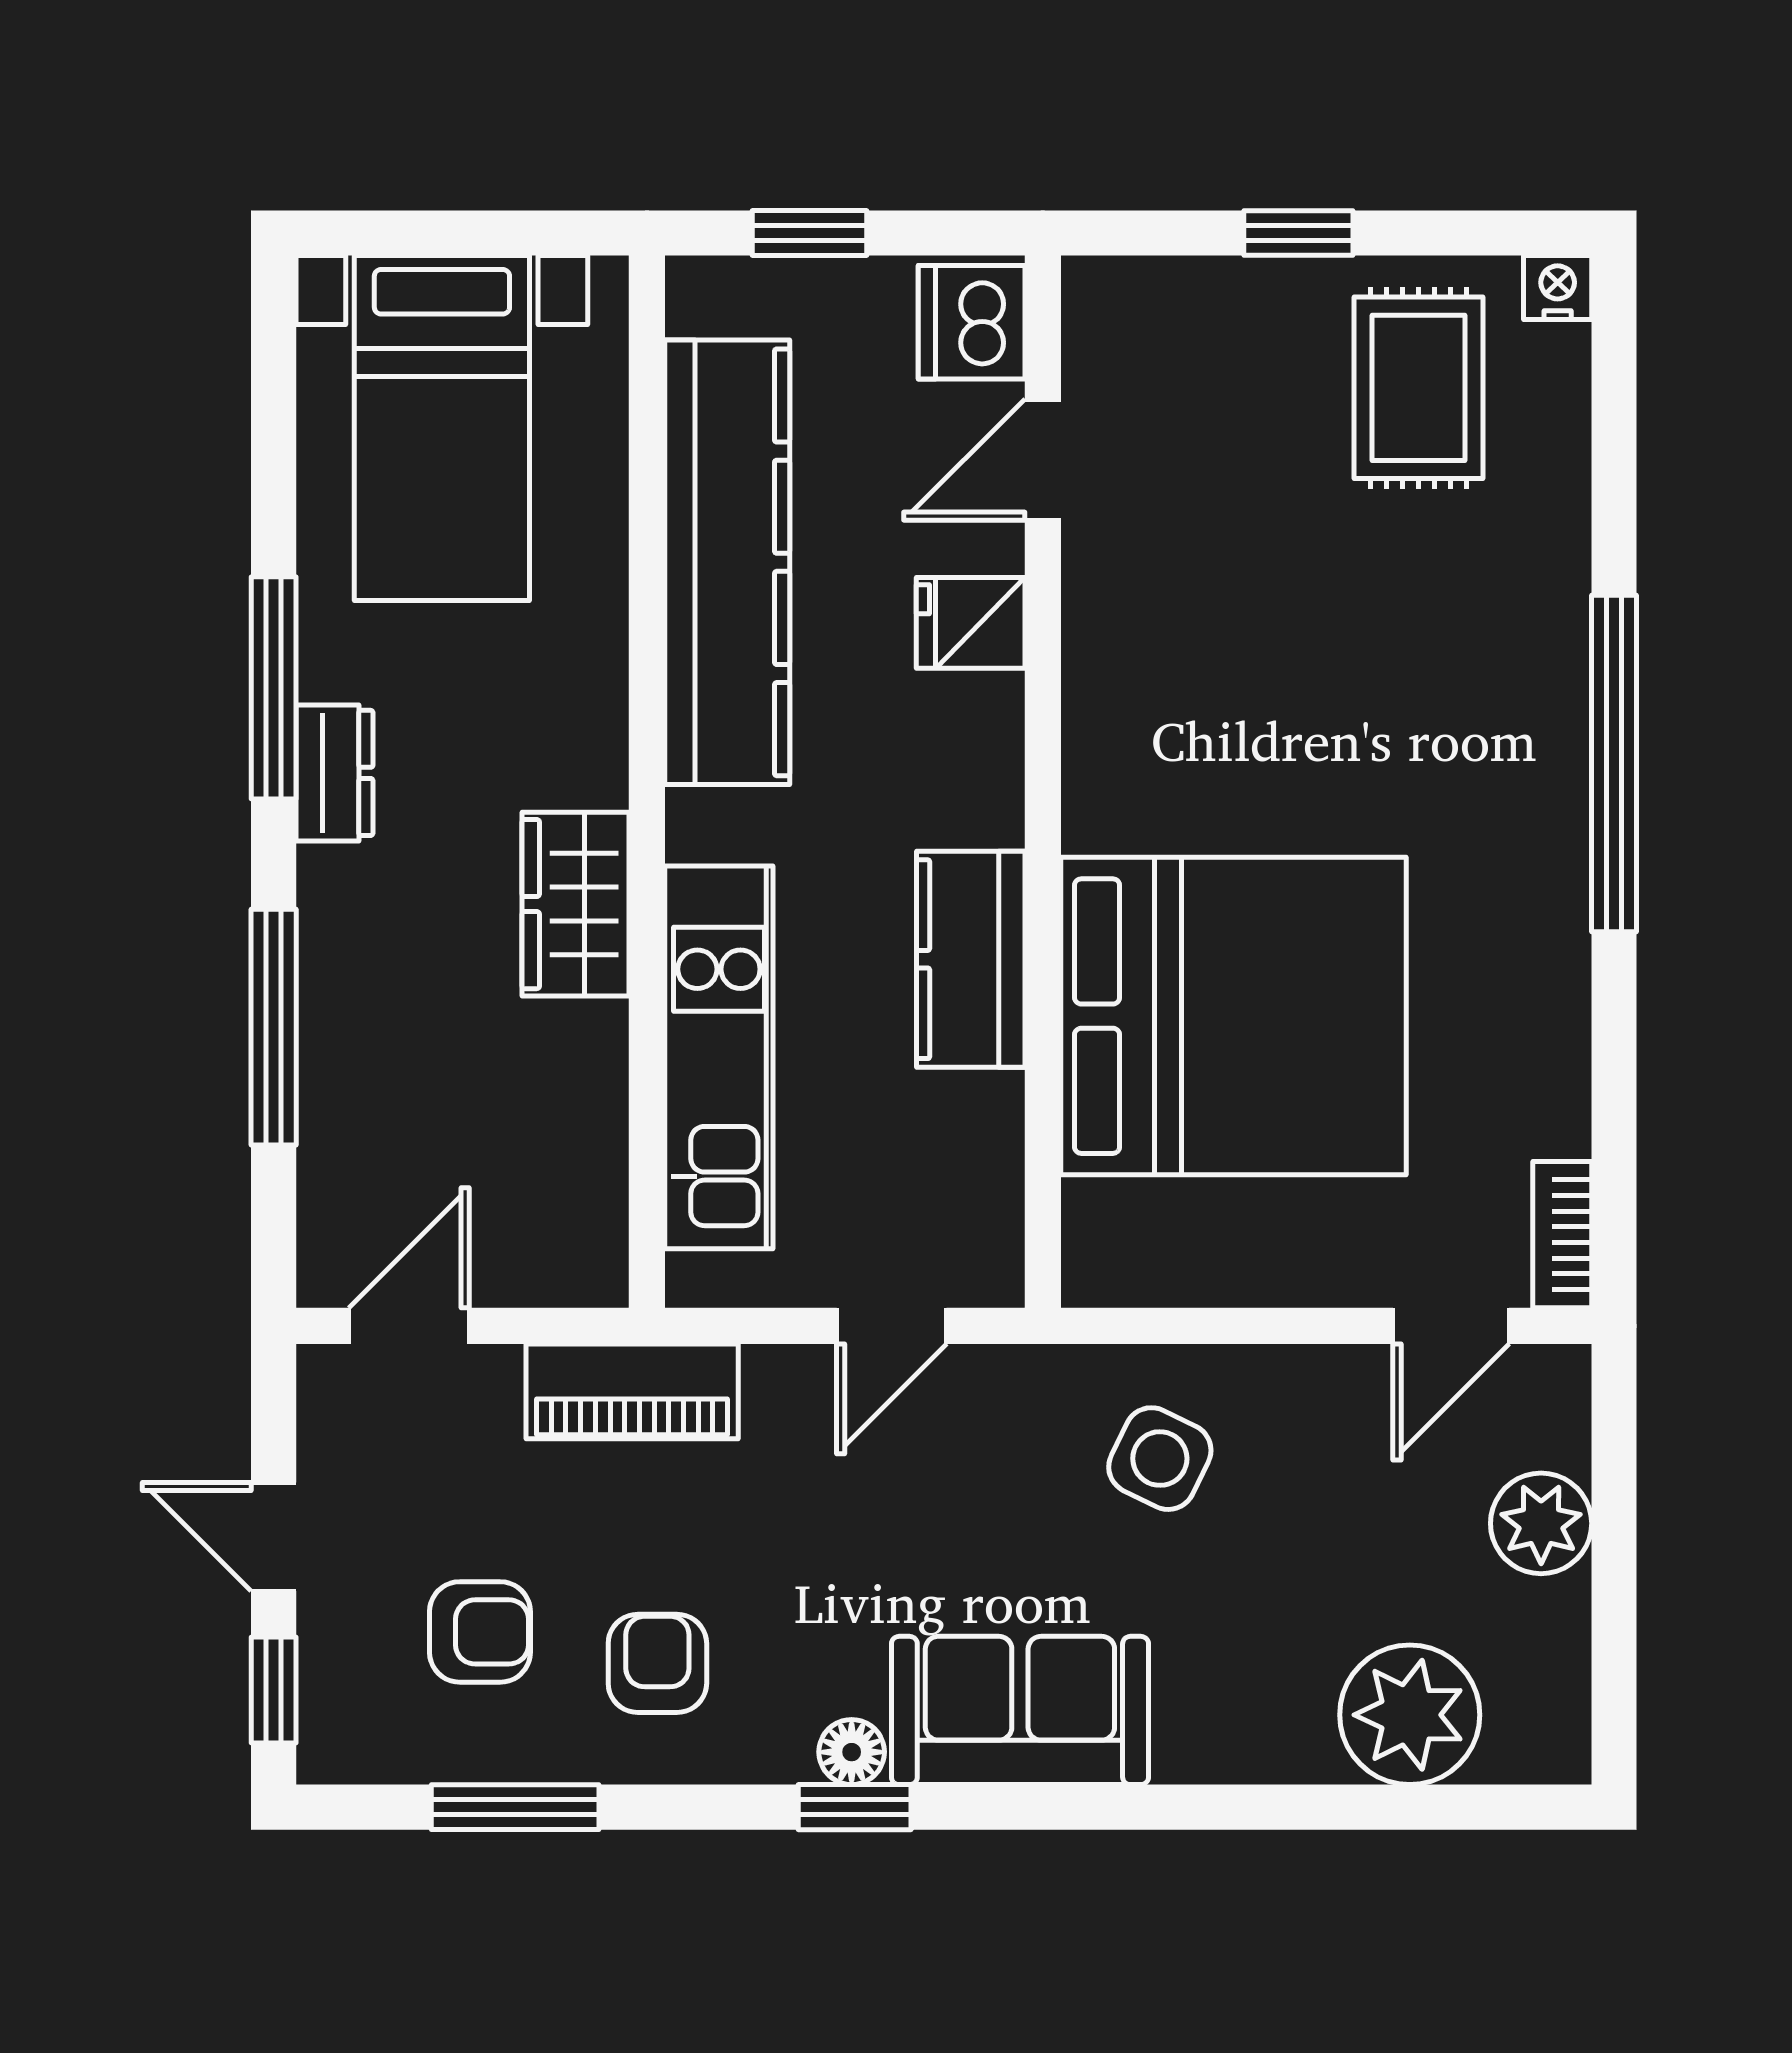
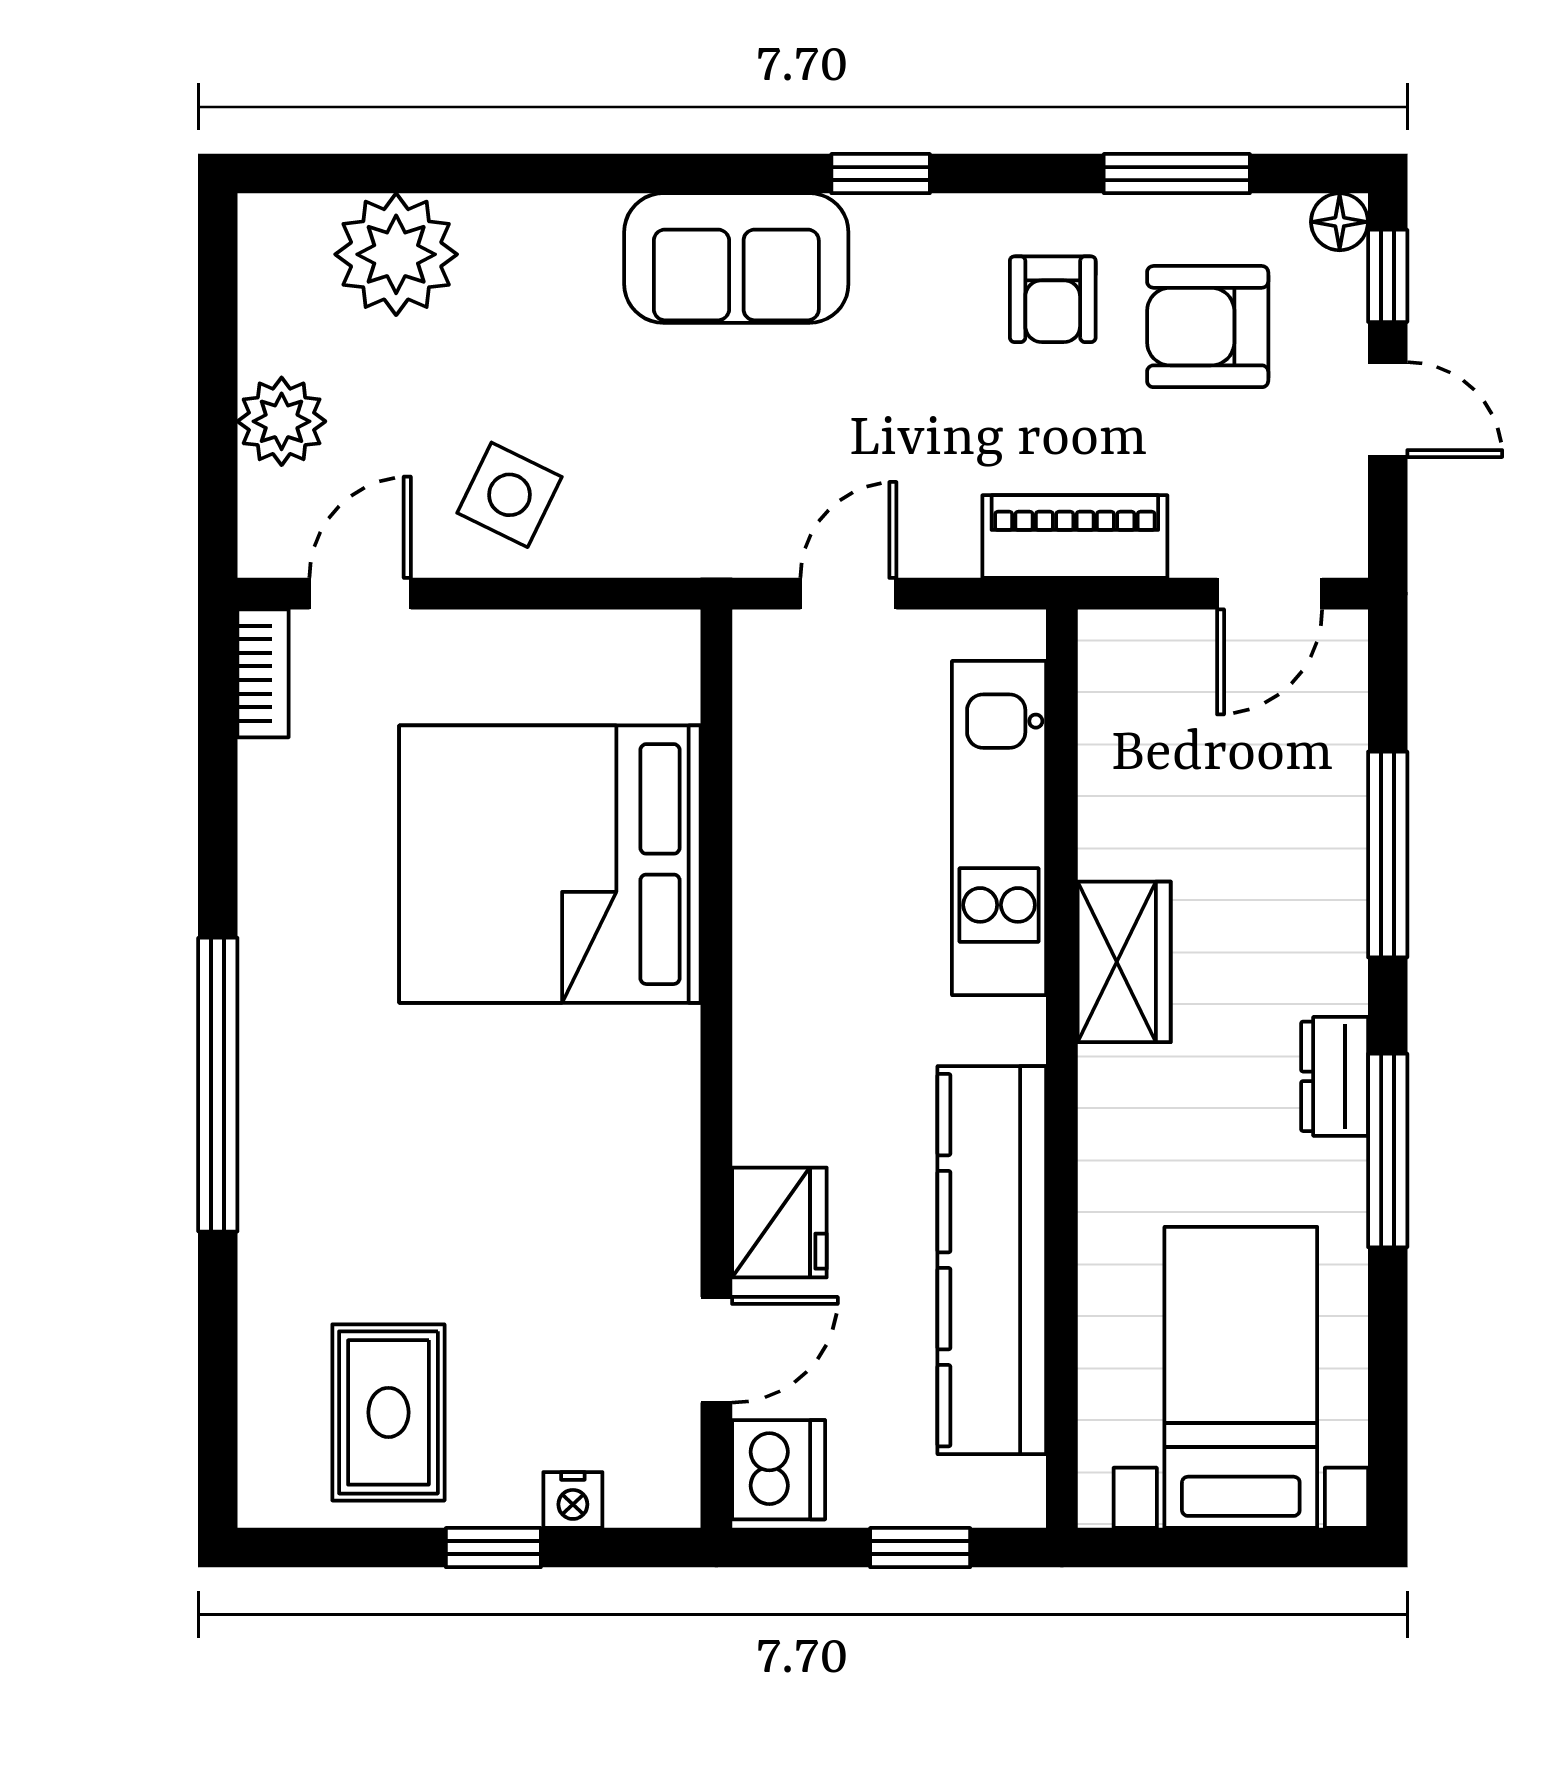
nightstand: (1558, 288) -> (573, 1500), moved
fridge: (971, 623) -> (779, 1223), width x1.38
kitchen counter: (971, 959) -> (779, 914), removed
side table: (1160, 1459) -> (509, 495), moved
armchair: (480, 1632) -> (1208, 327), width x1.38, depth x1.38
floor lamp: (852, 1752) -> (1340, 222), moved

